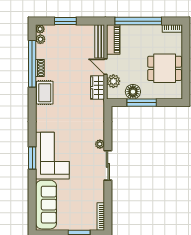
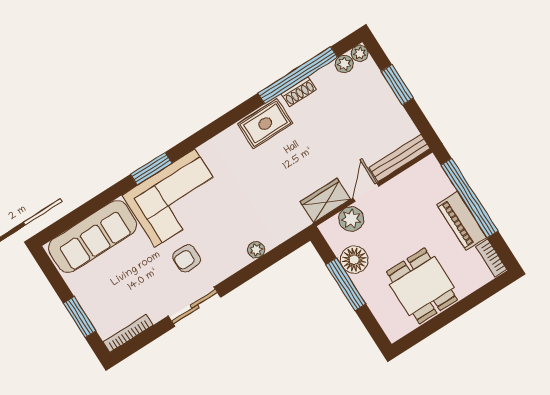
piano: (113, 39) -> (462, 221), moved, turned 90
plant: (100, 144) -> (256, 250), moved
sliding door: (108, 165) -> (195, 307), moved
armchair: (83, 168) -> (187, 258), added

